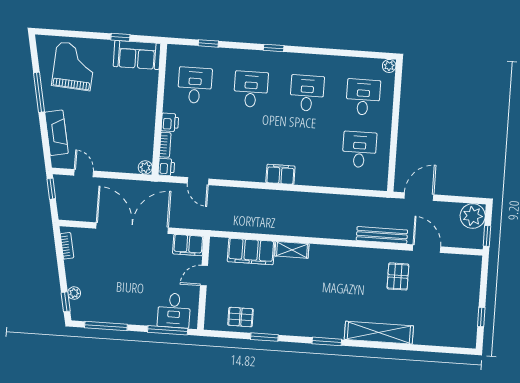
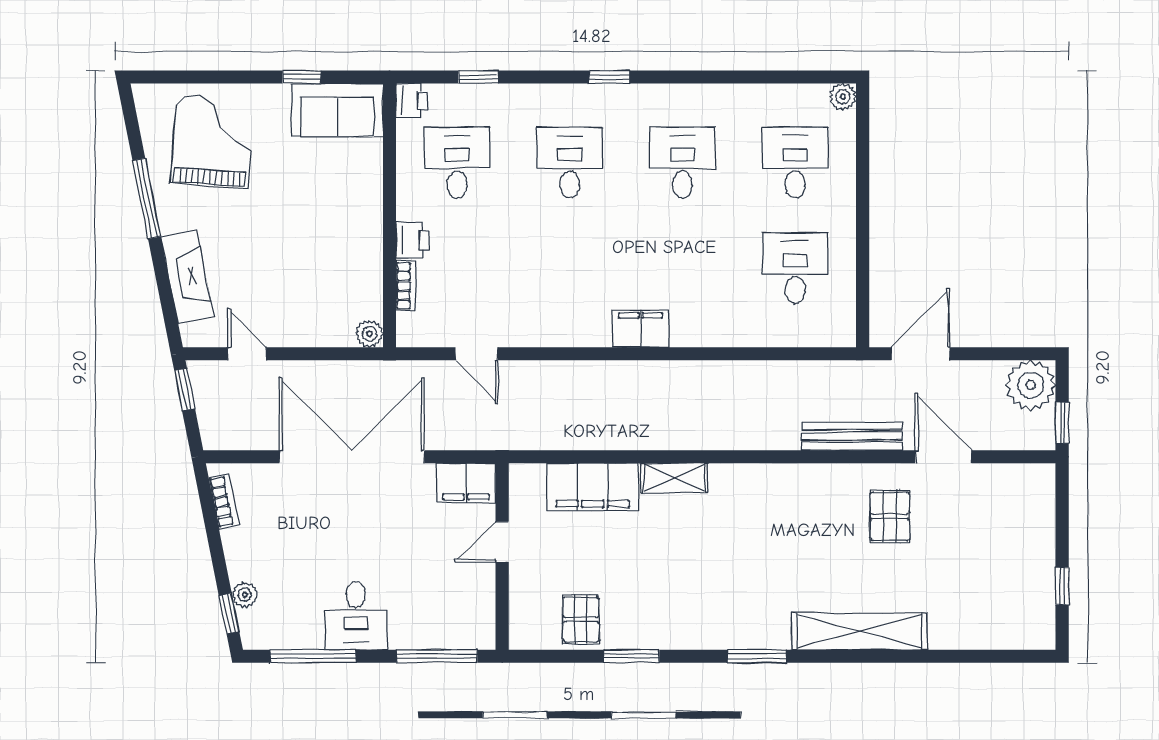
printer: (166, 167) -> (412, 101), moved
desk: (174, 310) -> (356, 616), moved
pallet: (241, 317) -> (581, 619), turned 90

